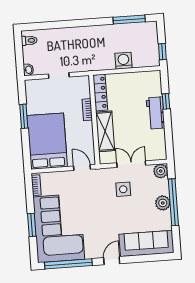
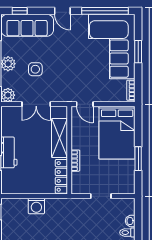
washbasin: (28, 70) -> (130, 221), moved
side table: (123, 189) -> (35, 69), moved
window: (155, 257) -> (20, 11), added
door: (112, 261) -> (62, 11), hinge flipped

